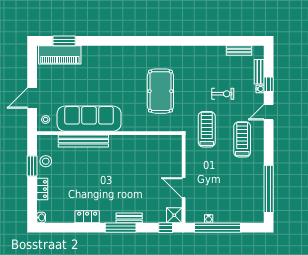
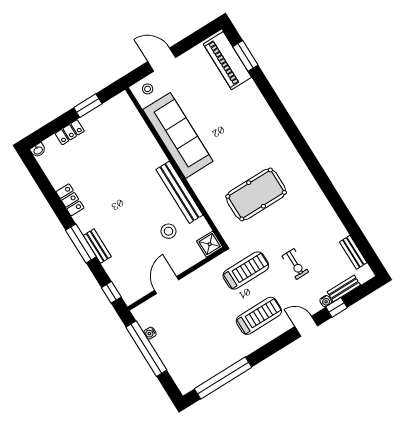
bench: (83, 141) -> (179, 192), moved
stool: (46, 161) -> (169, 231), moved
shower: (174, 215) -> (210, 244), moved

